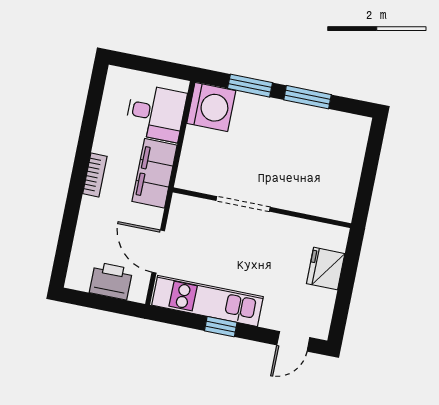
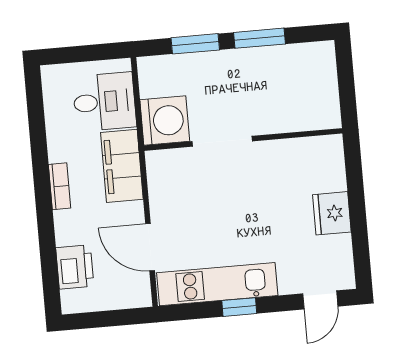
washing machine: (211, 107) -> (165, 121), moved
doorway: (243, 204) -> (222, 141), moved
wall: (262, 208) -> (243, 139), moved
printer: (111, 281) -> (75, 267), moved, turned 90

